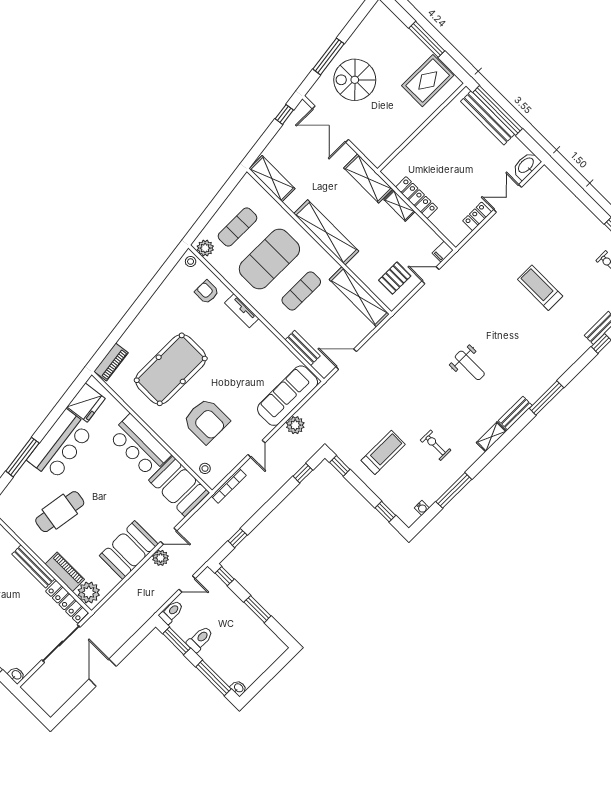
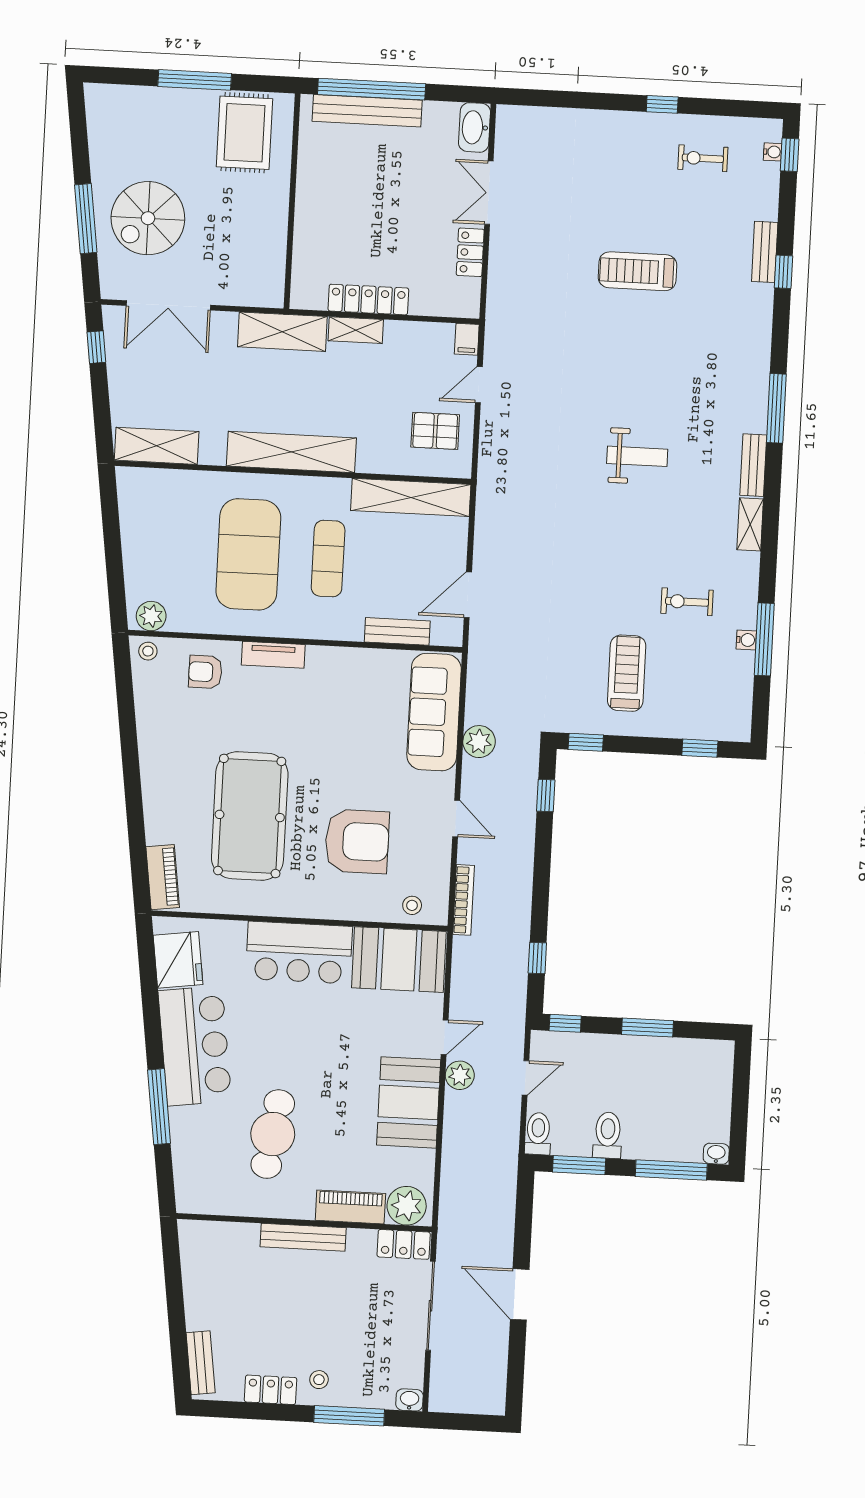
exercise mat: (238, 227) -> (169, 550), removed
pallet: (395, 278) -> (435, 431), turned 90
water cooler: (422, 508) -> (746, 640), moved
locker: (67, 602) -> (404, 1244), width x0.66

